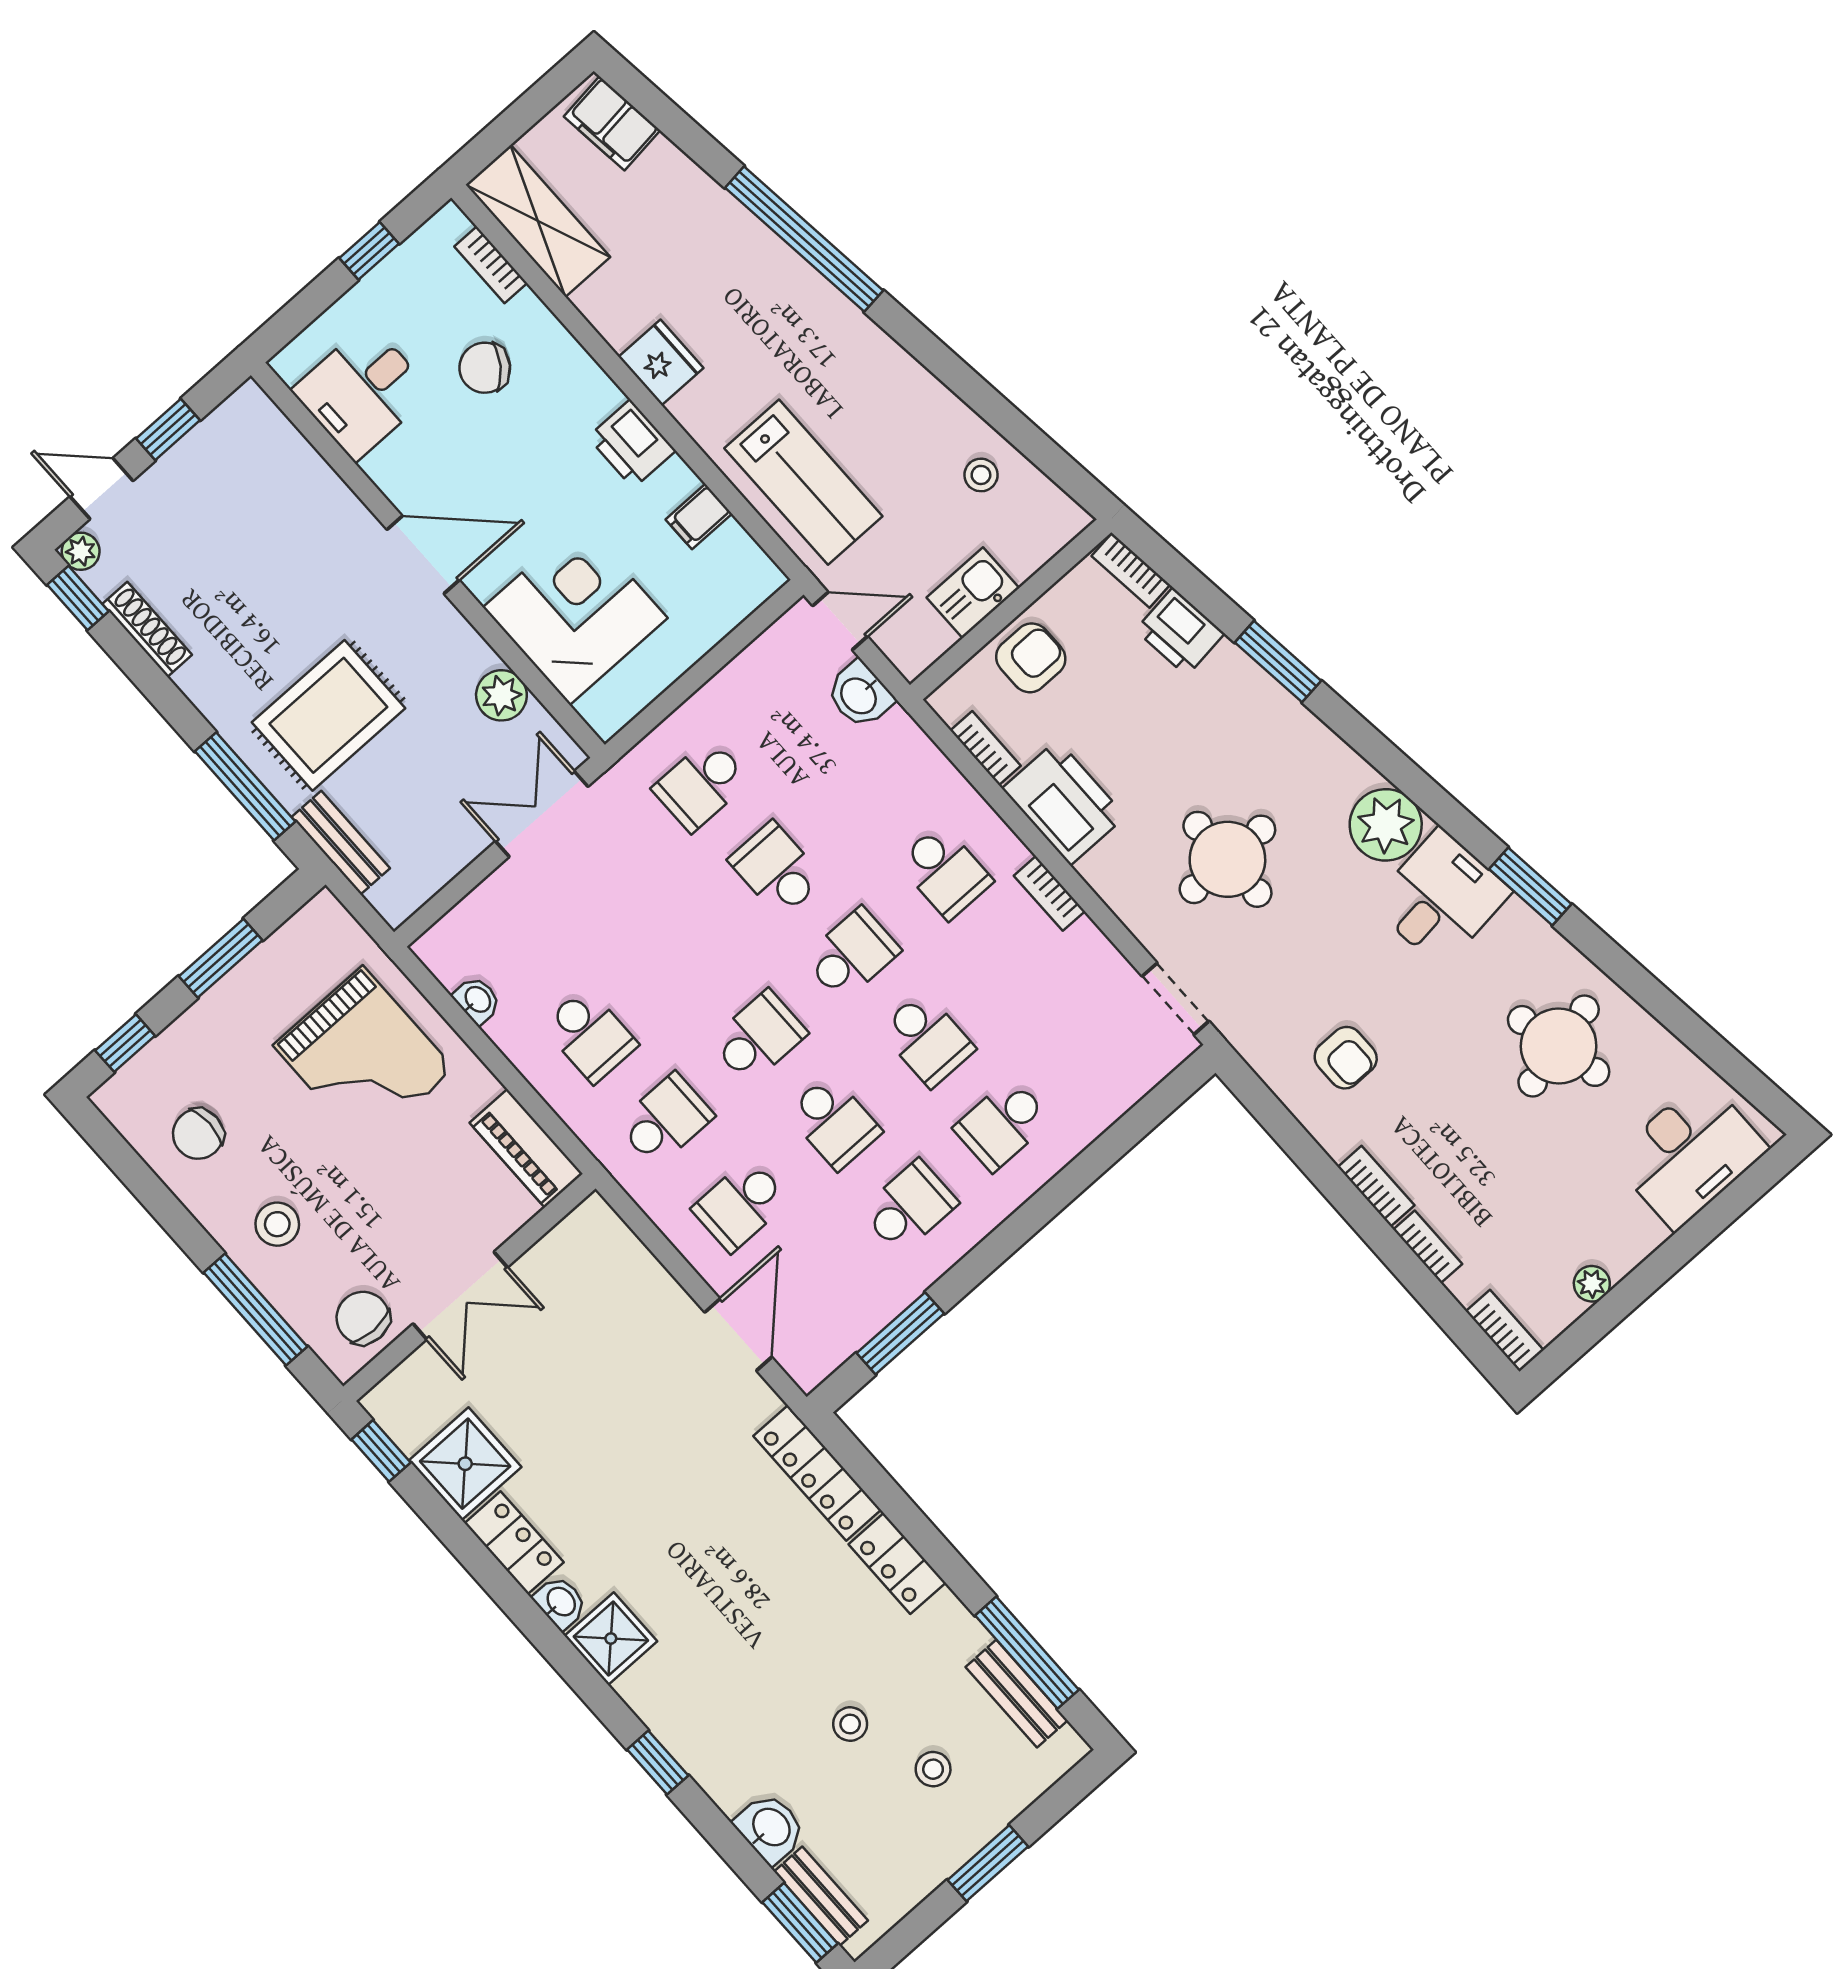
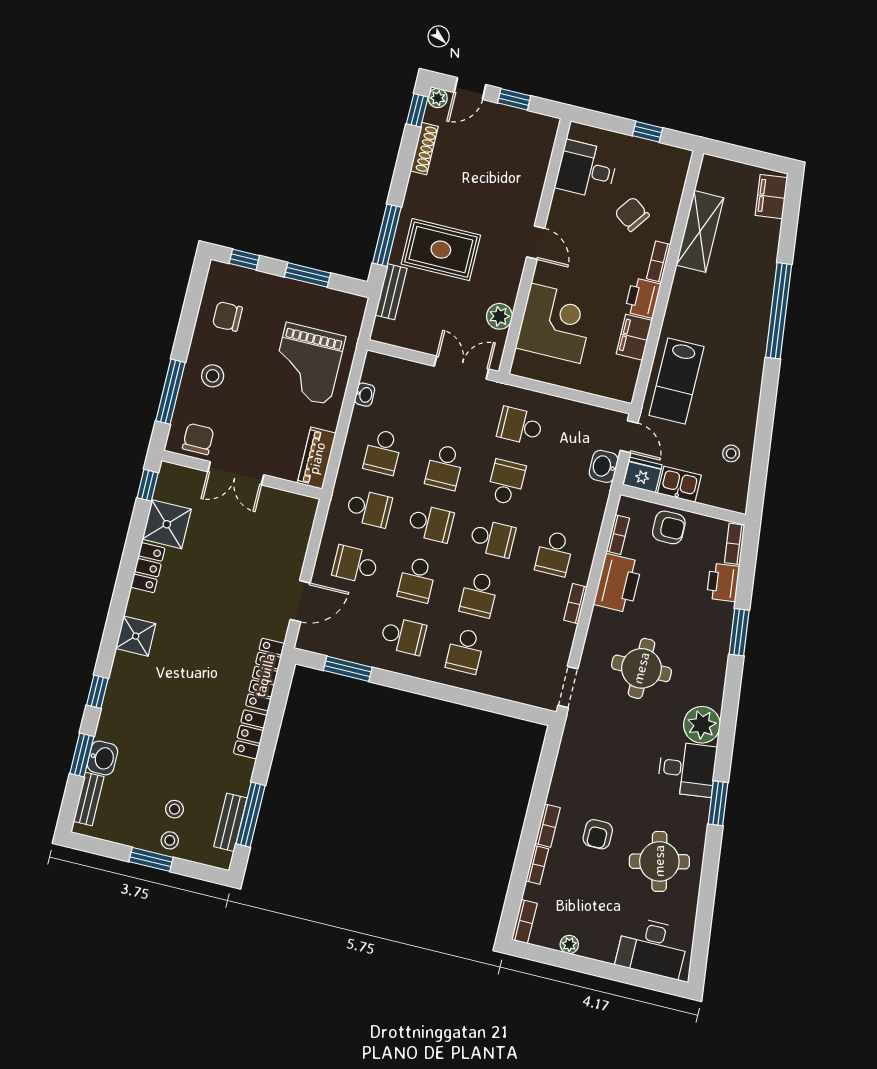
shelving: (538, 221) -> (700, 231), moved
bookcase: (491, 265) -> (659, 262), moved
fridge: (661, 362) -> (643, 475), moved, turned -90
door: (101, 489) -> (470, 89), swing flipped
filing cabinet: (699, 517) -> (634, 337), width x2.00
door: (423, 555) -> (536, 243), width x0.73
school desk: (683, 952) -> (444, 467), added
armchair: (1346, 1058) -> (598, 834), moved
school desk: (1002, 1124) -> (465, 651), turned -90
washbasin: (560, 1602) -> (136, 604), removed
stool: (850, 1724) -> (170, 840), moved
window: (800, 1923) -> (82, 755), moved

